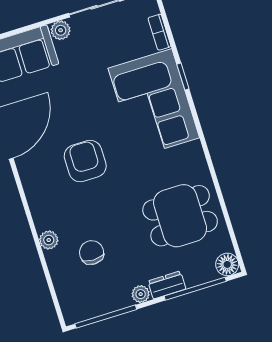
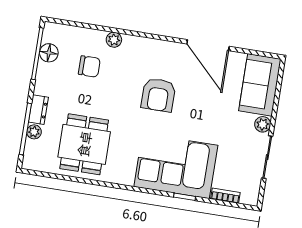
armchair: (85, 161) -> (158, 95), turned 90
floor lamp: (227, 264) -> (49, 53), moved
plant: (141, 294) -> (34, 132), moved

